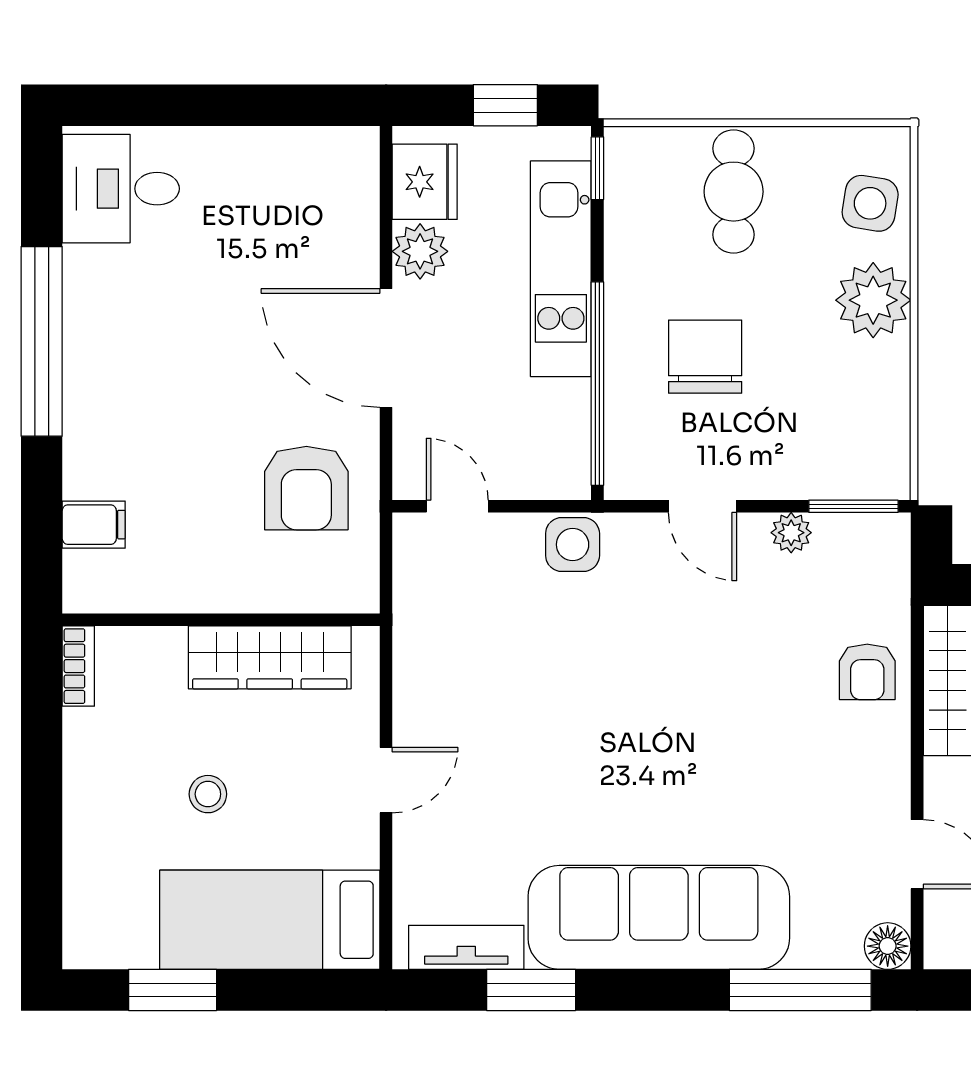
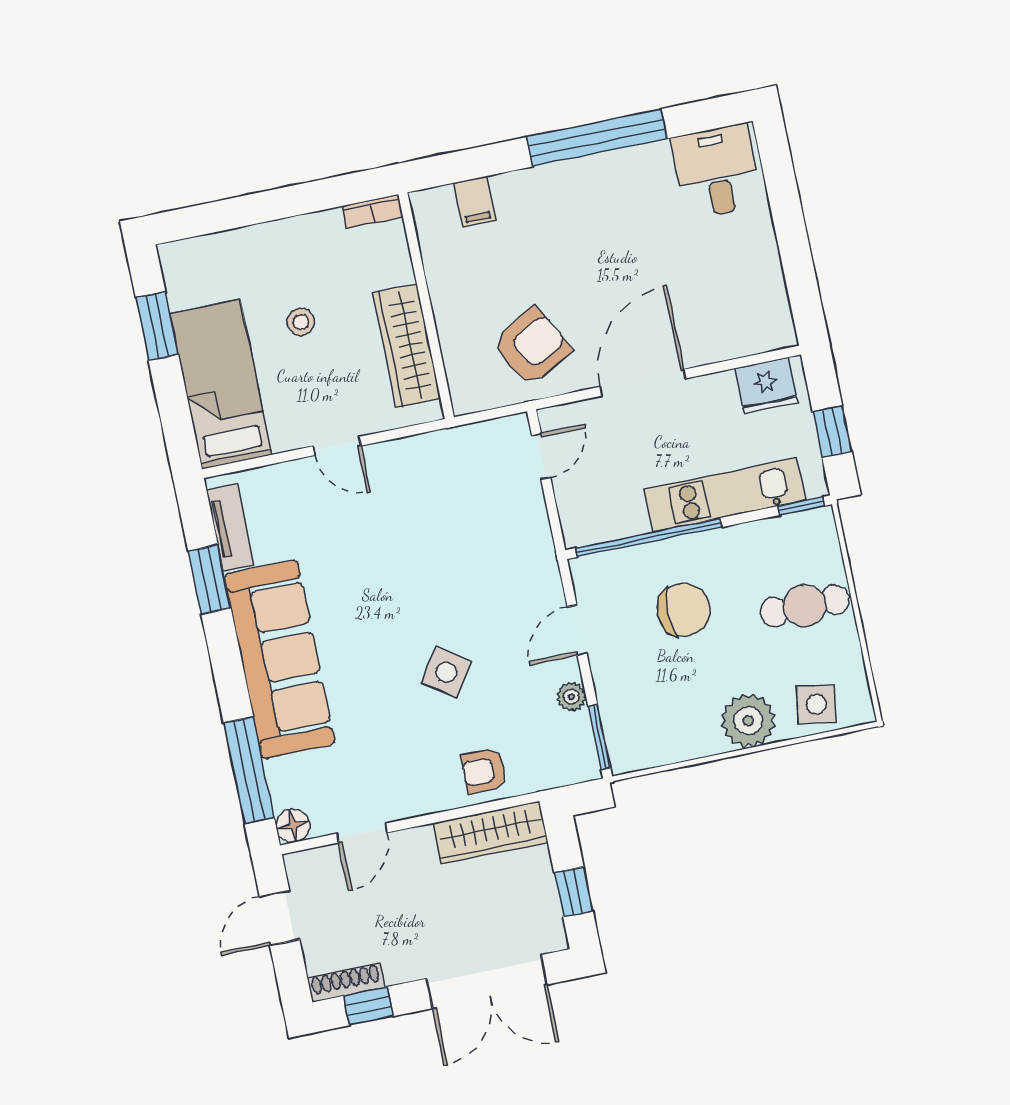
plant: (420, 251) -> (716, 393), removed
armchair: (306, 488) -> (532, 347), turned 151
side table: (573, 545) -> (446, 672), moved, turned 34

